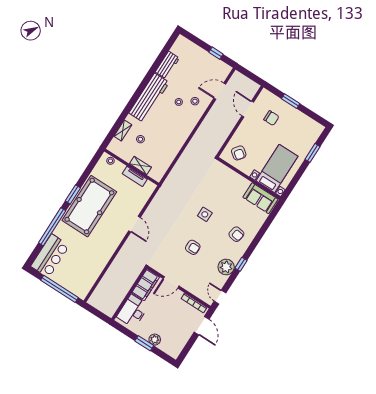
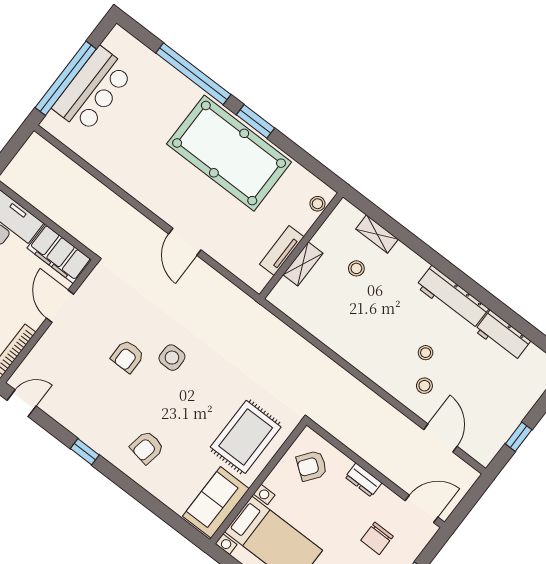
workbench: (149, 98) -> (452, 297), width x0.73, depth x0.76
door: (248, 109) -> (422, 509), moved
dresser: (243, 127) -> (363, 480), added
rug: (227, 186) -> (246, 437), added
side table: (205, 214) -> (172, 358), moved
door: (135, 224) -> (185, 242), hinge flipped
bar counter: (50, 256) -> (93, 90), moved, turned -90
plant: (226, 267) -> (82, 421), removed

